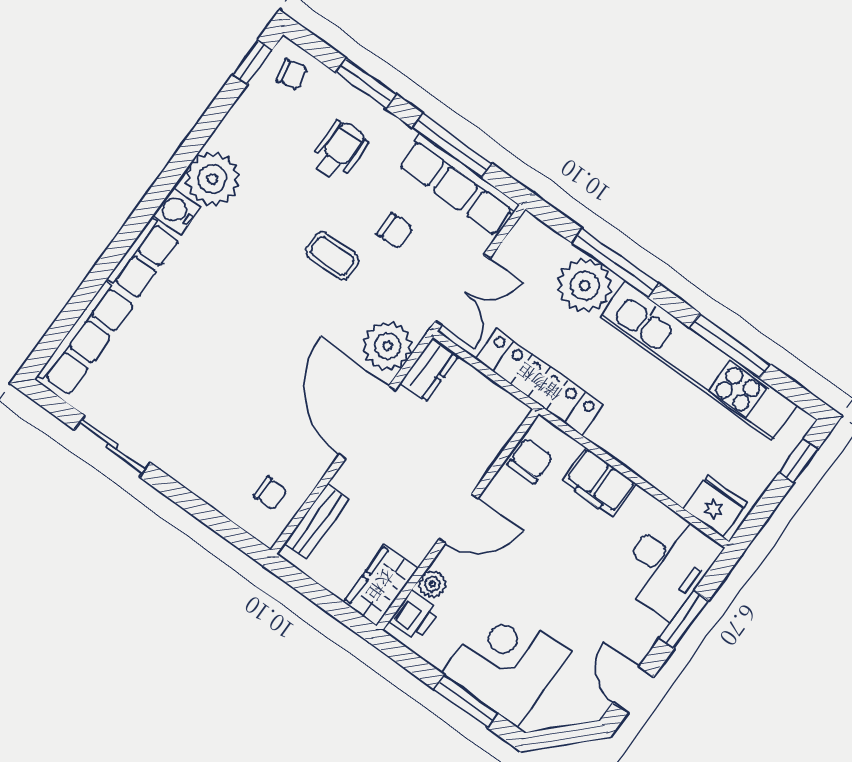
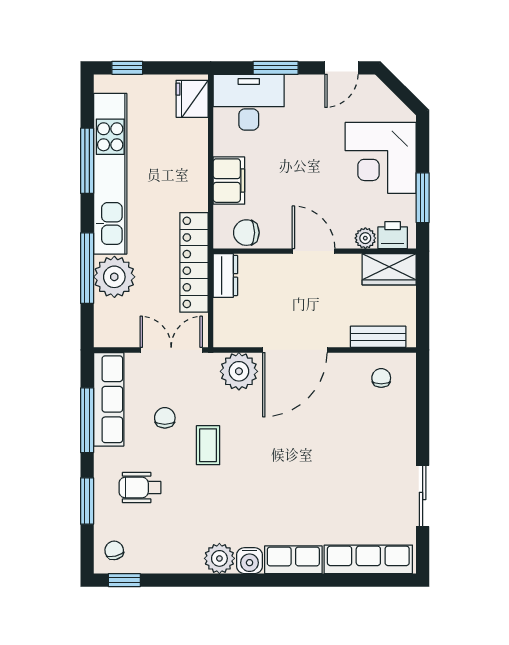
plant: (212, 179) -> (219, 558), width x0.73, depth x0.73
dresser: (429, 370) -> (225, 275), moved, turned 90
window: (466, 701) -> (423, 198), moved

